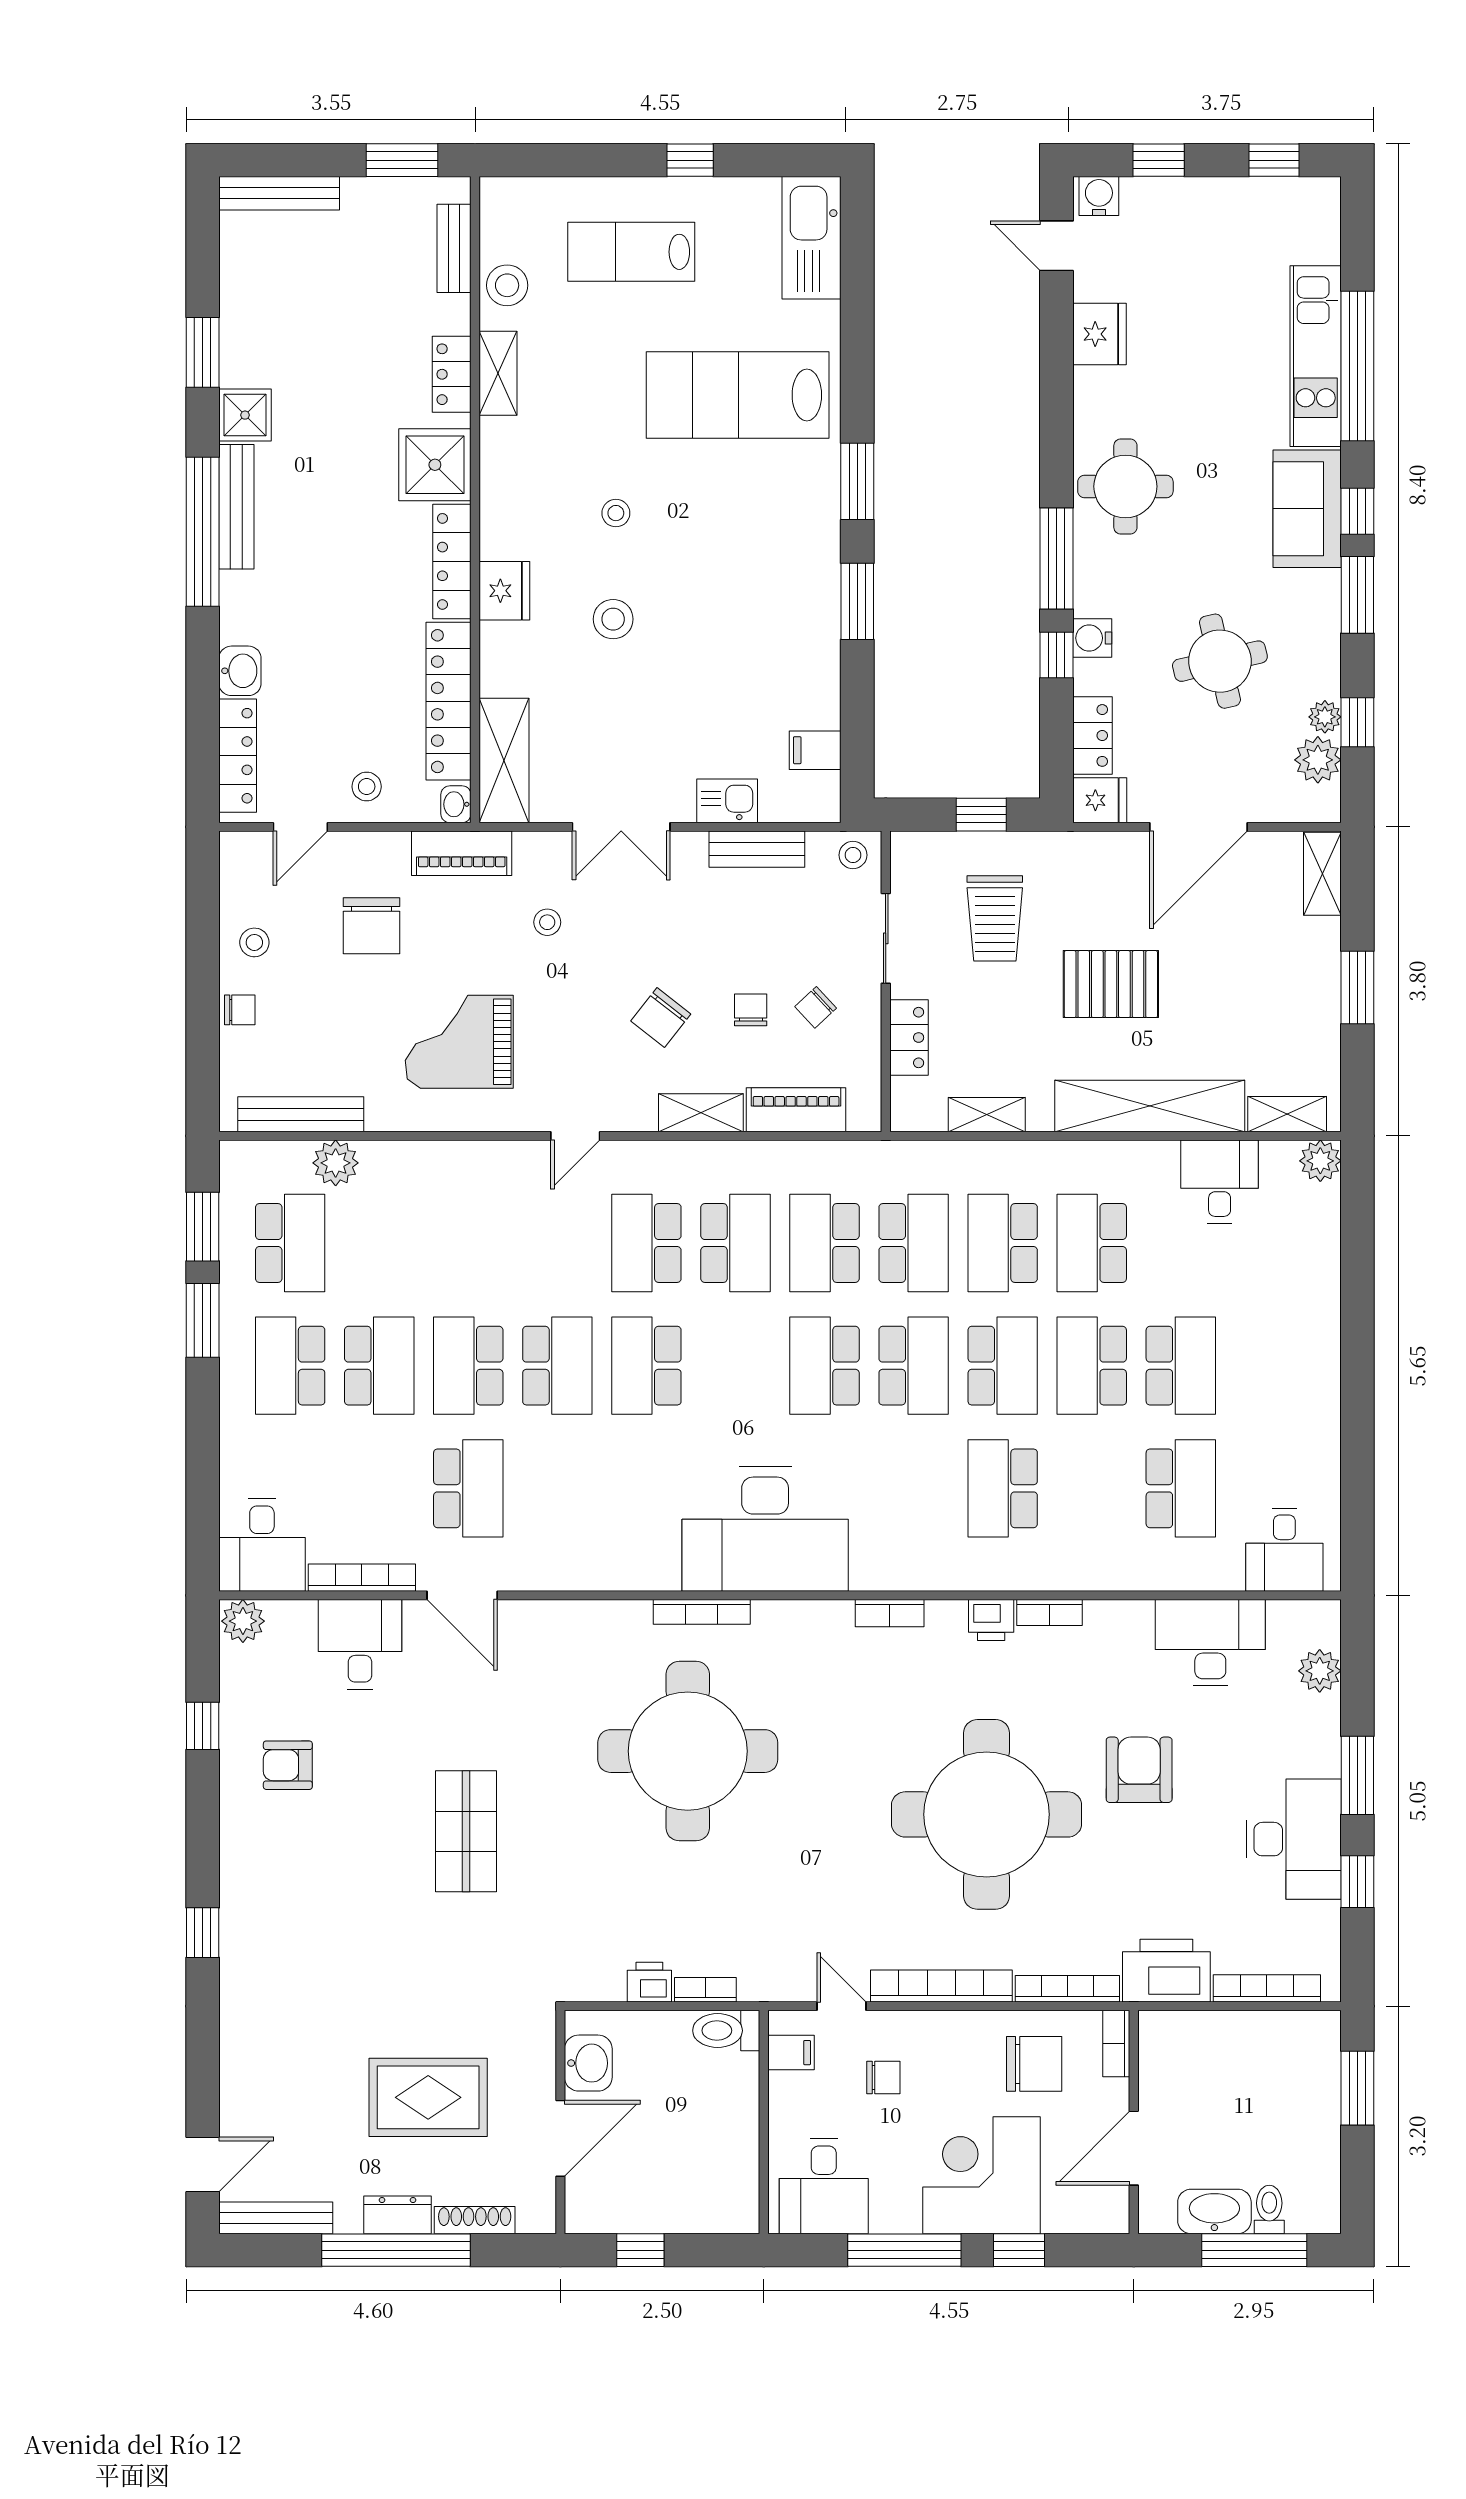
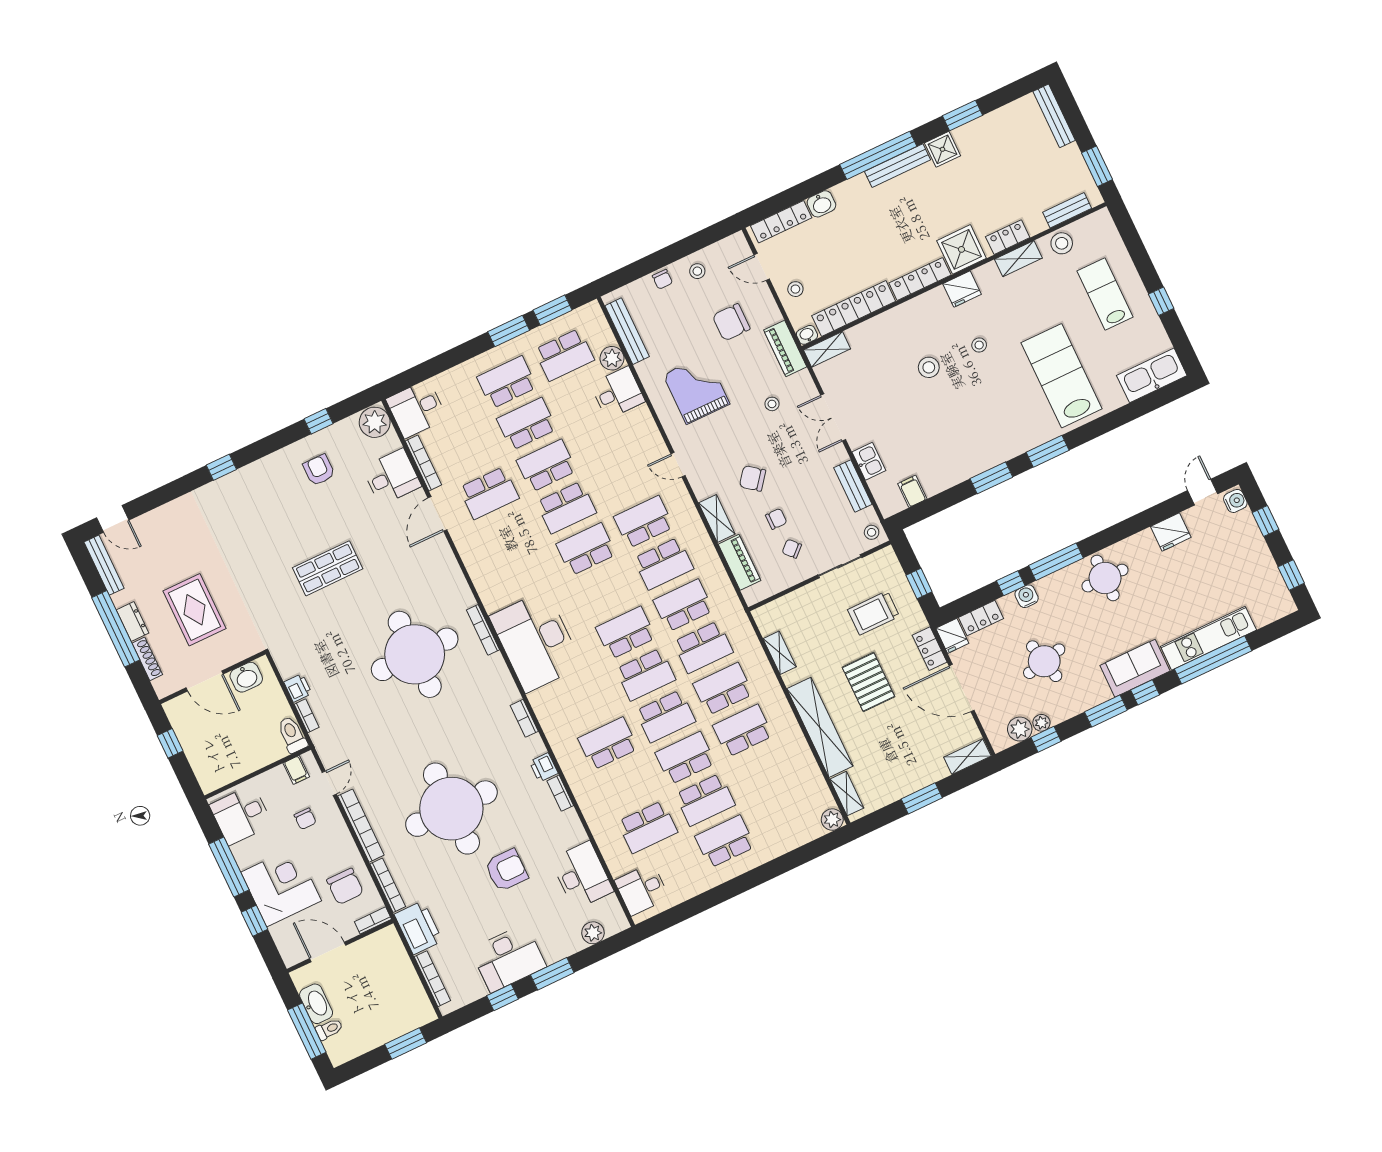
fridge: (504, 591) -> (962, 289), moved
shelving: (504, 760) -> (827, 349), width x0.67, depth x0.75
locker: (909, 1038) -> (930, 649), moved, turned 90
desk: (1220, 1182) -> (618, 393), moved
school desk: (379, 1366) -> (527, 424), turned 180
school desk: (1270, 1366) -> (725, 841), added
plant: (243, 1621) -> (375, 422), width x1.36, depth x1.36

